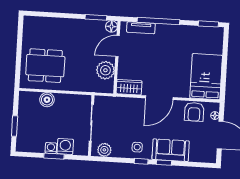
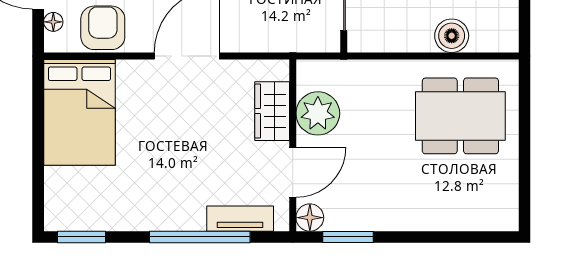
wardrobe: (129, 87) -> (272, 111), moved, turned 90

